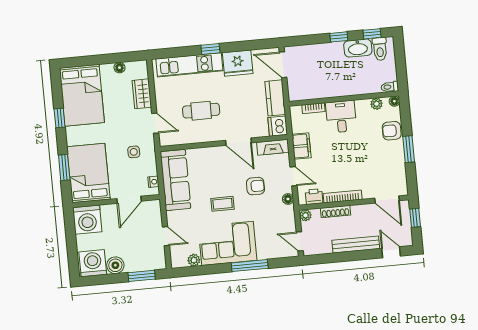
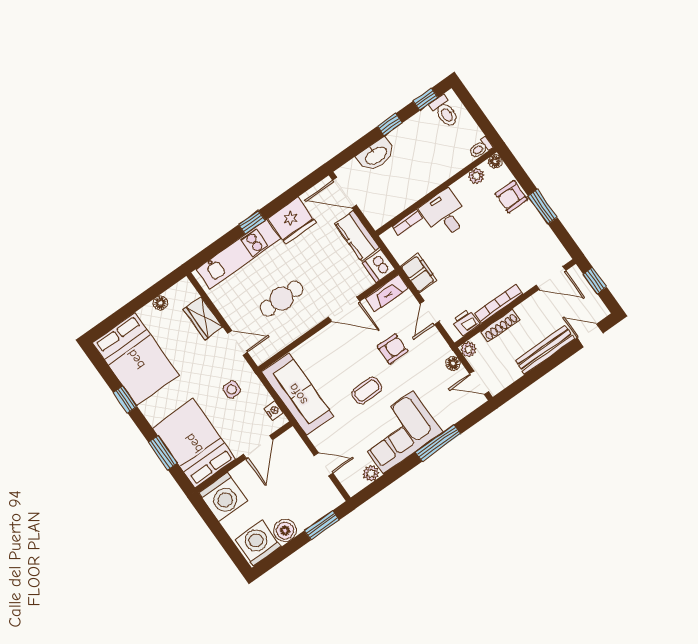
washbasin: (358, 48) -> (376, 155), moved
door: (294, 176) -> (429, 313), swing flipped
floor lamp: (288, 199) -> (453, 363), moved

